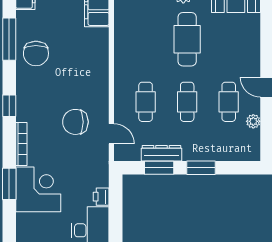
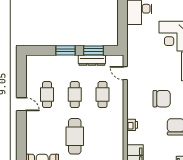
plant: (253, 121) -> (31, 81), removed
chair: (75, 122) -> (162, 99), moved
printer: (101, 197) -> (132, 125), moved

